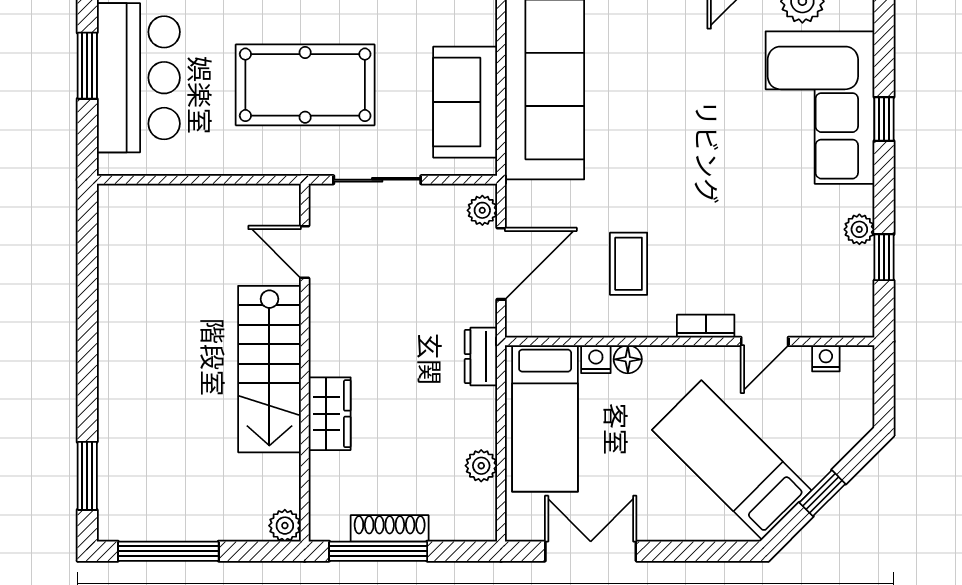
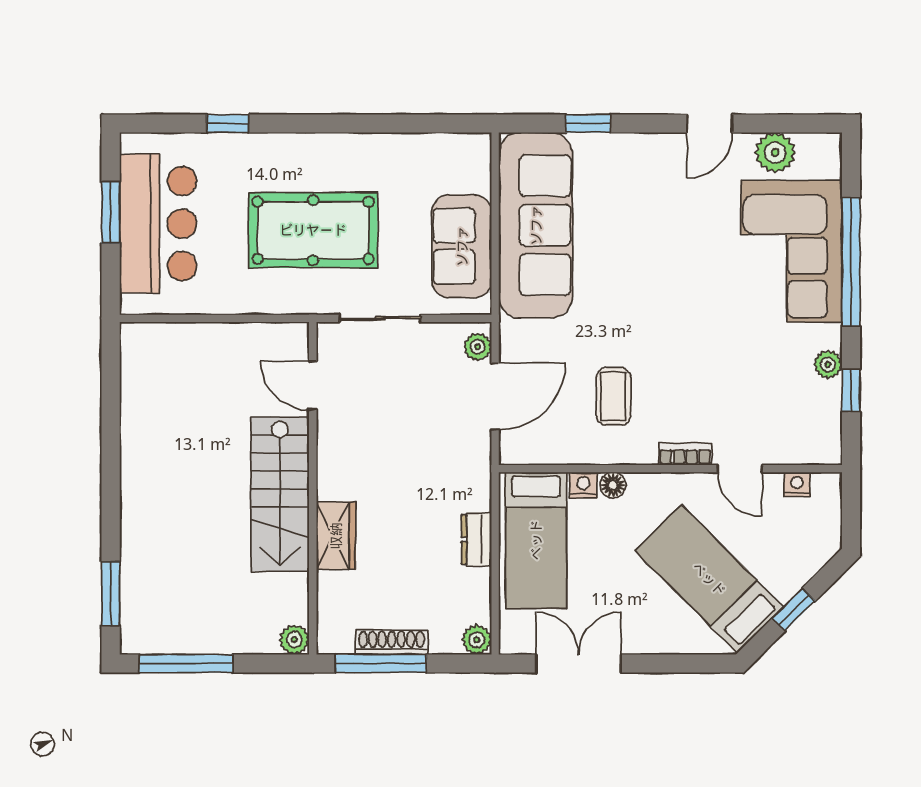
window: (884, 119) -> (851, 262), width x3.17
door: (765, 341) -> (740, 469), hinge flipped
dresser: (481, 357) -> (476, 539), moved
plant: (481, 466) -> (477, 640), moved

